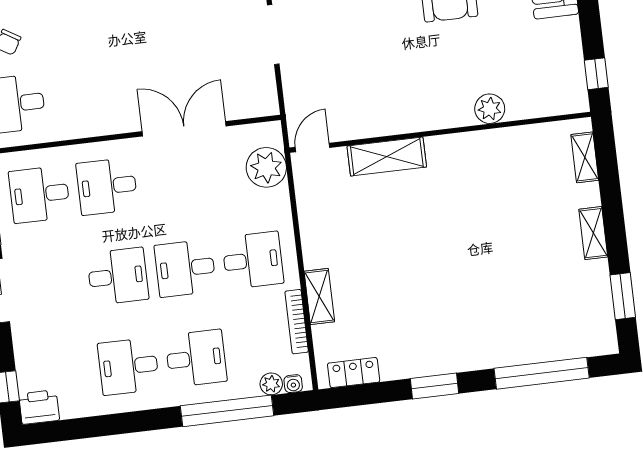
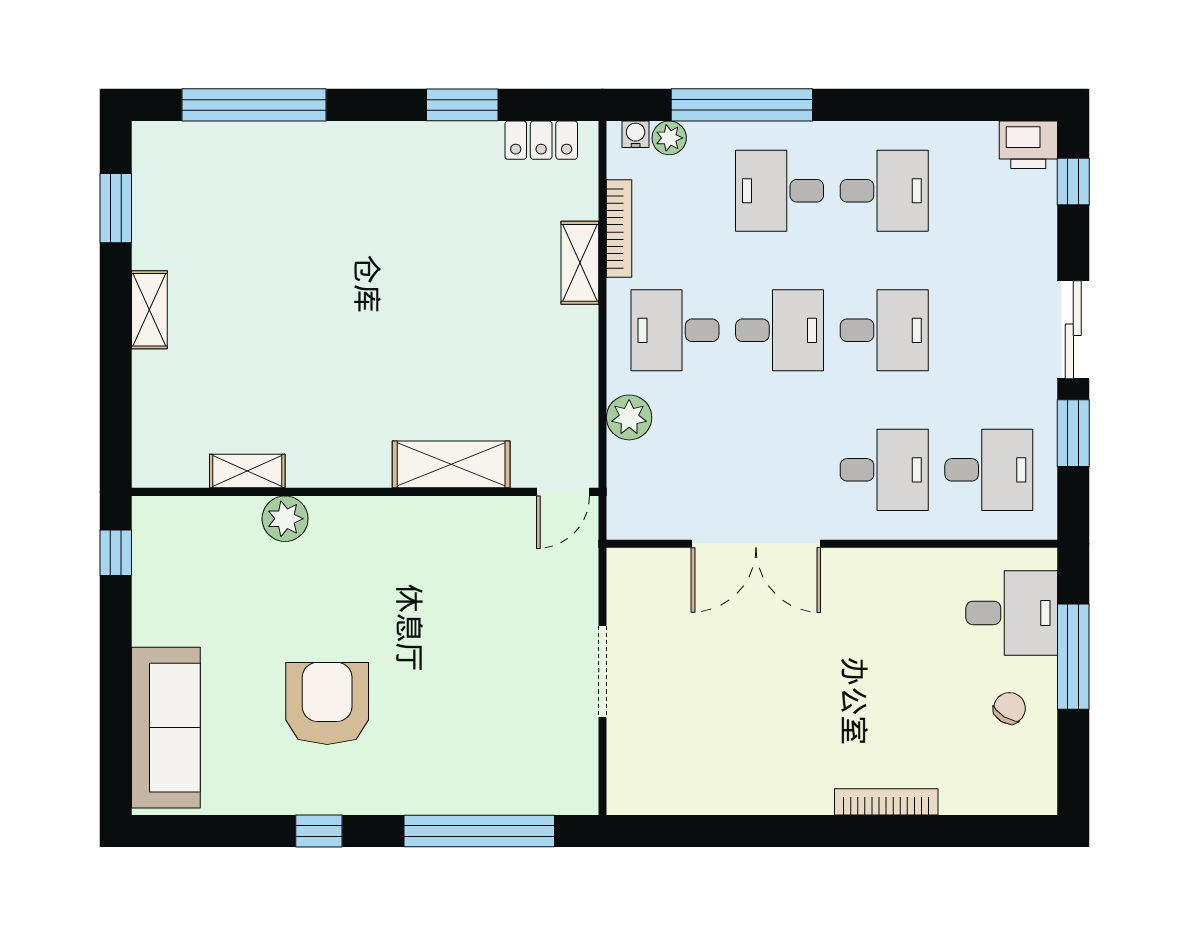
shelving: (585, 157) -> (247, 471), moved, turned 90
plant: (266, 167) -> (629, 417), moved, width x0.73, depth x0.73
desk: (118, 276) -> (884, 330), turned 180
window: (435, 386) -> (462, 105), moved

